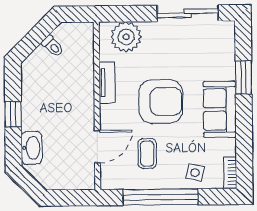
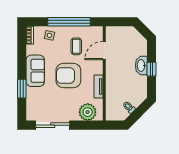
washbasin: (32, 148) -> (141, 65), moved

